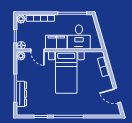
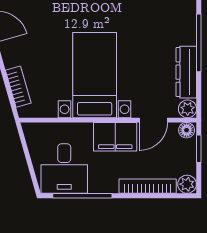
desk: (79, 37) -> (64, 169), moved, turned 180
door: (38, 50) -> (153, 120), swing flipped
dresser: (21, 94) -> (186, 72), moved

